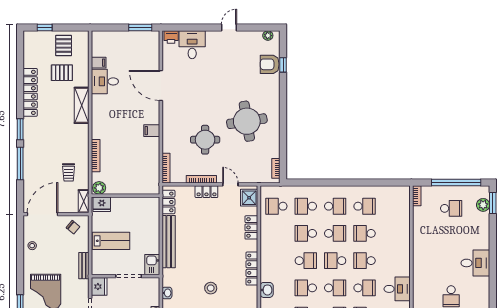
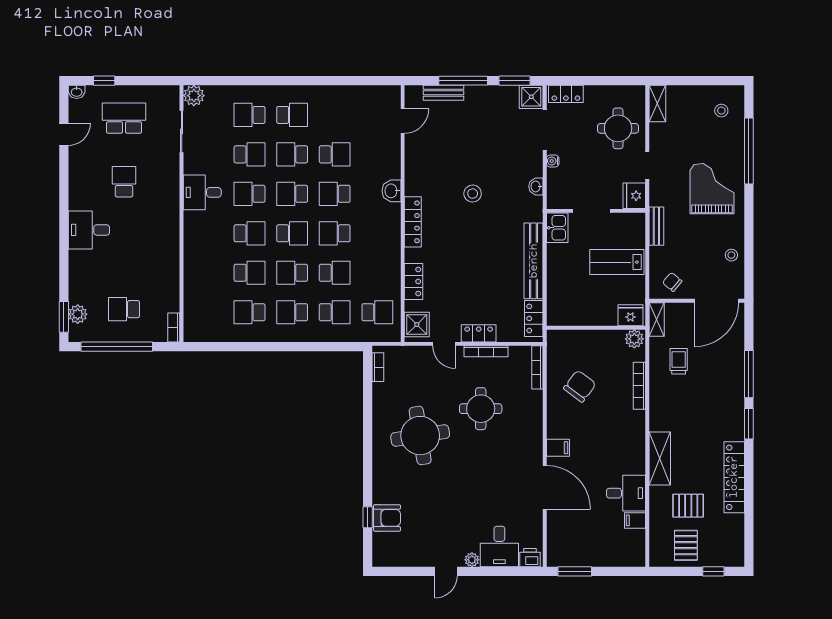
plant: (268, 36) -> (472, 560), moved
filing cabinet: (152, 131) -> (558, 448), moved
chair: (137, 155) -> (580, 386), added
school desk: (306, 288) -> (335, 194), turned 180

